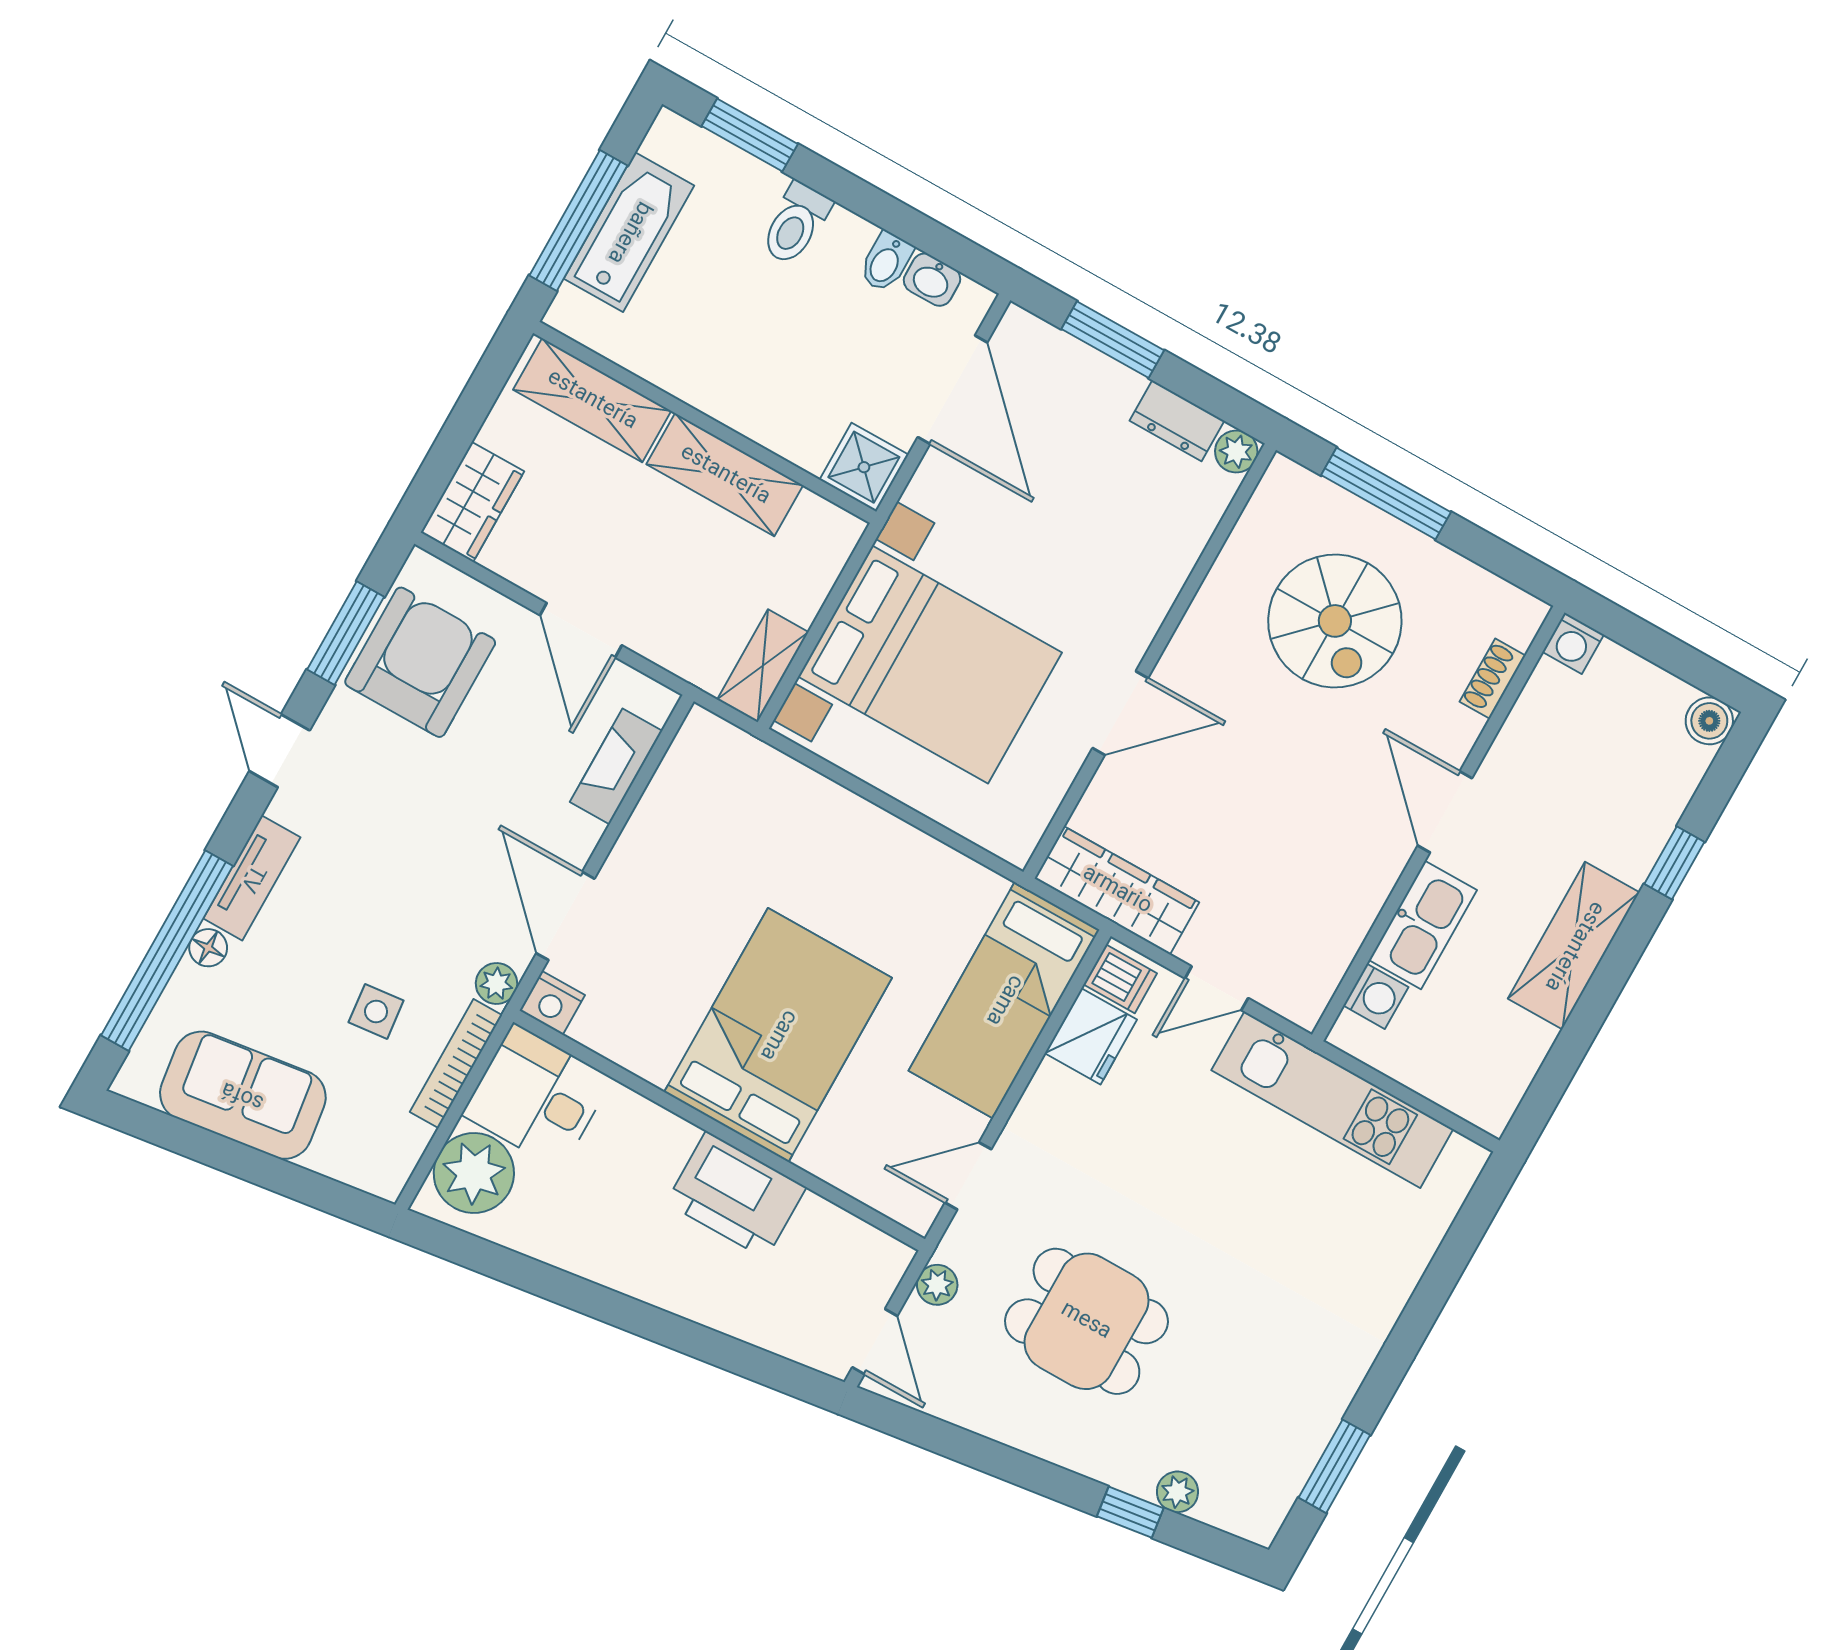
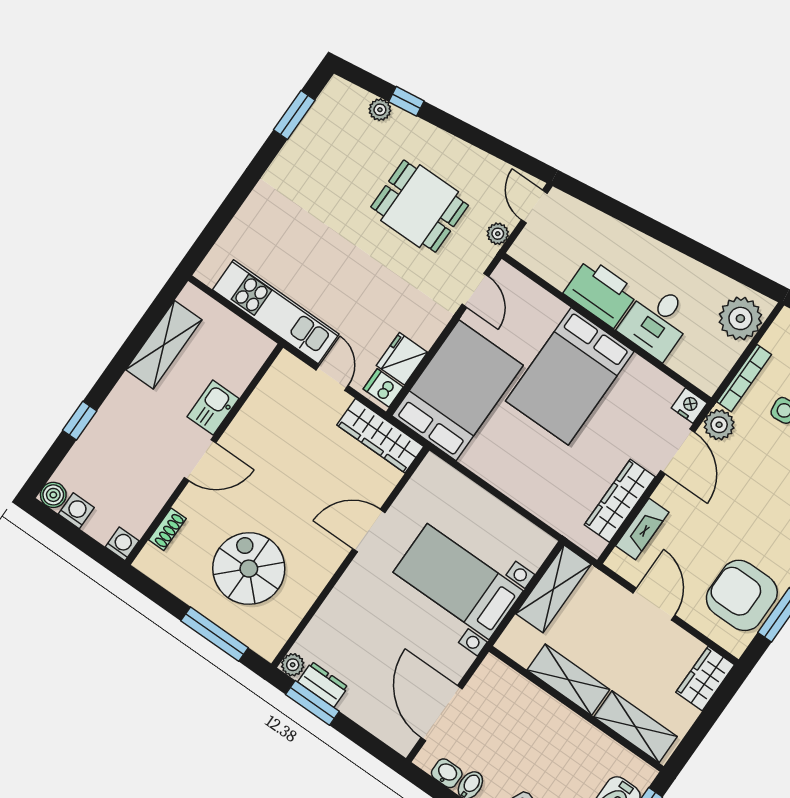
window: (1113, 340) -> (312, 703), moved
shower: (864, 467) -> (493, 676), removed
armchair: (420, 662) -> (742, 595), turned 90
bed with nightstands: (930, 665) -> (458, 582), width x0.73
shelving: (763, 666) -> (554, 589), width x1.50, depth x1.33
door: (1445, 812) -> (200, 460), hinge flipped
wardrobe: (663, 815) -> (620, 501), added
kitchen sink: (1423, 925) -> (213, 408), width x0.73
shelving: (1574, 946) -> (164, 345), moved
plant: (496, 984) -> (719, 425), width x1.38, depth x1.38
door: (1217, 988) -> (332, 378), hinge flipped
washing machine: (1376, 996) -> (76, 511), moved, turned 90
bed: (1004, 1000) -> (457, 390), width x1.50
desk: (537, 1096) -> (657, 321), moved, turned 90
door: (968, 1176) -> (475, 290), hinge flipped

